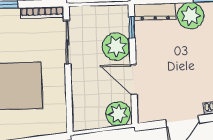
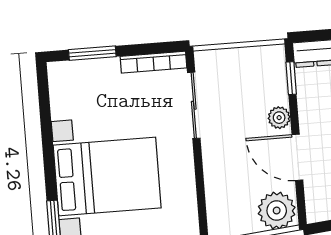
plant: (116, 47) -> (279, 118), width x0.53, depth x0.53

